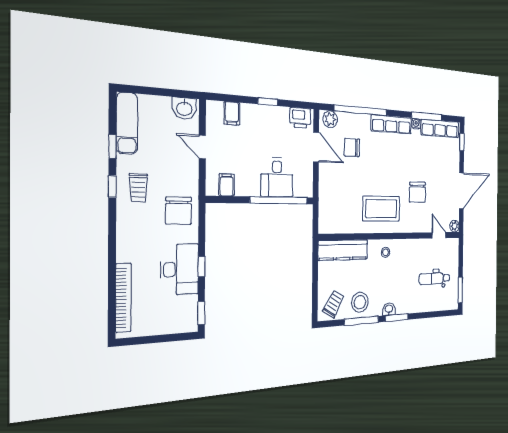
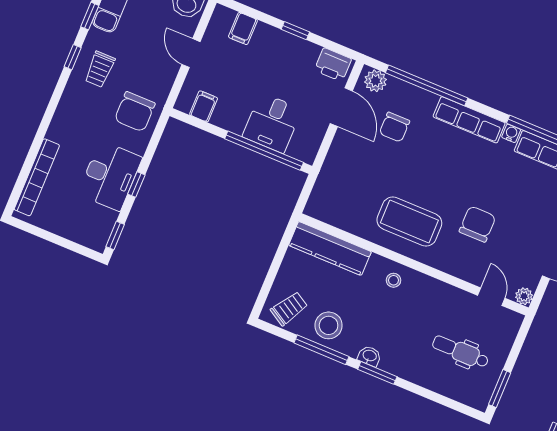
chair: (352, 148) -> (394, 127), turned -90
chair: (417, 192) -> (477, 224), turned 180

